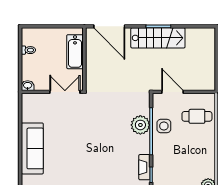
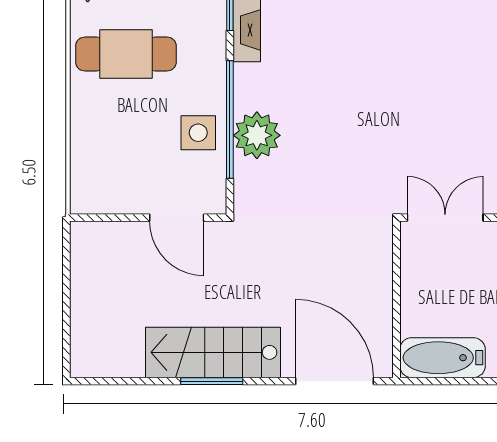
bathtub: (75, 52) -> (442, 358), moved, turned -90
double door: (65, 92) -> (445, 218), swing flipped
cafe table: (197, 116) -> (126, 54), moved, width x1.37, depth x1.35

